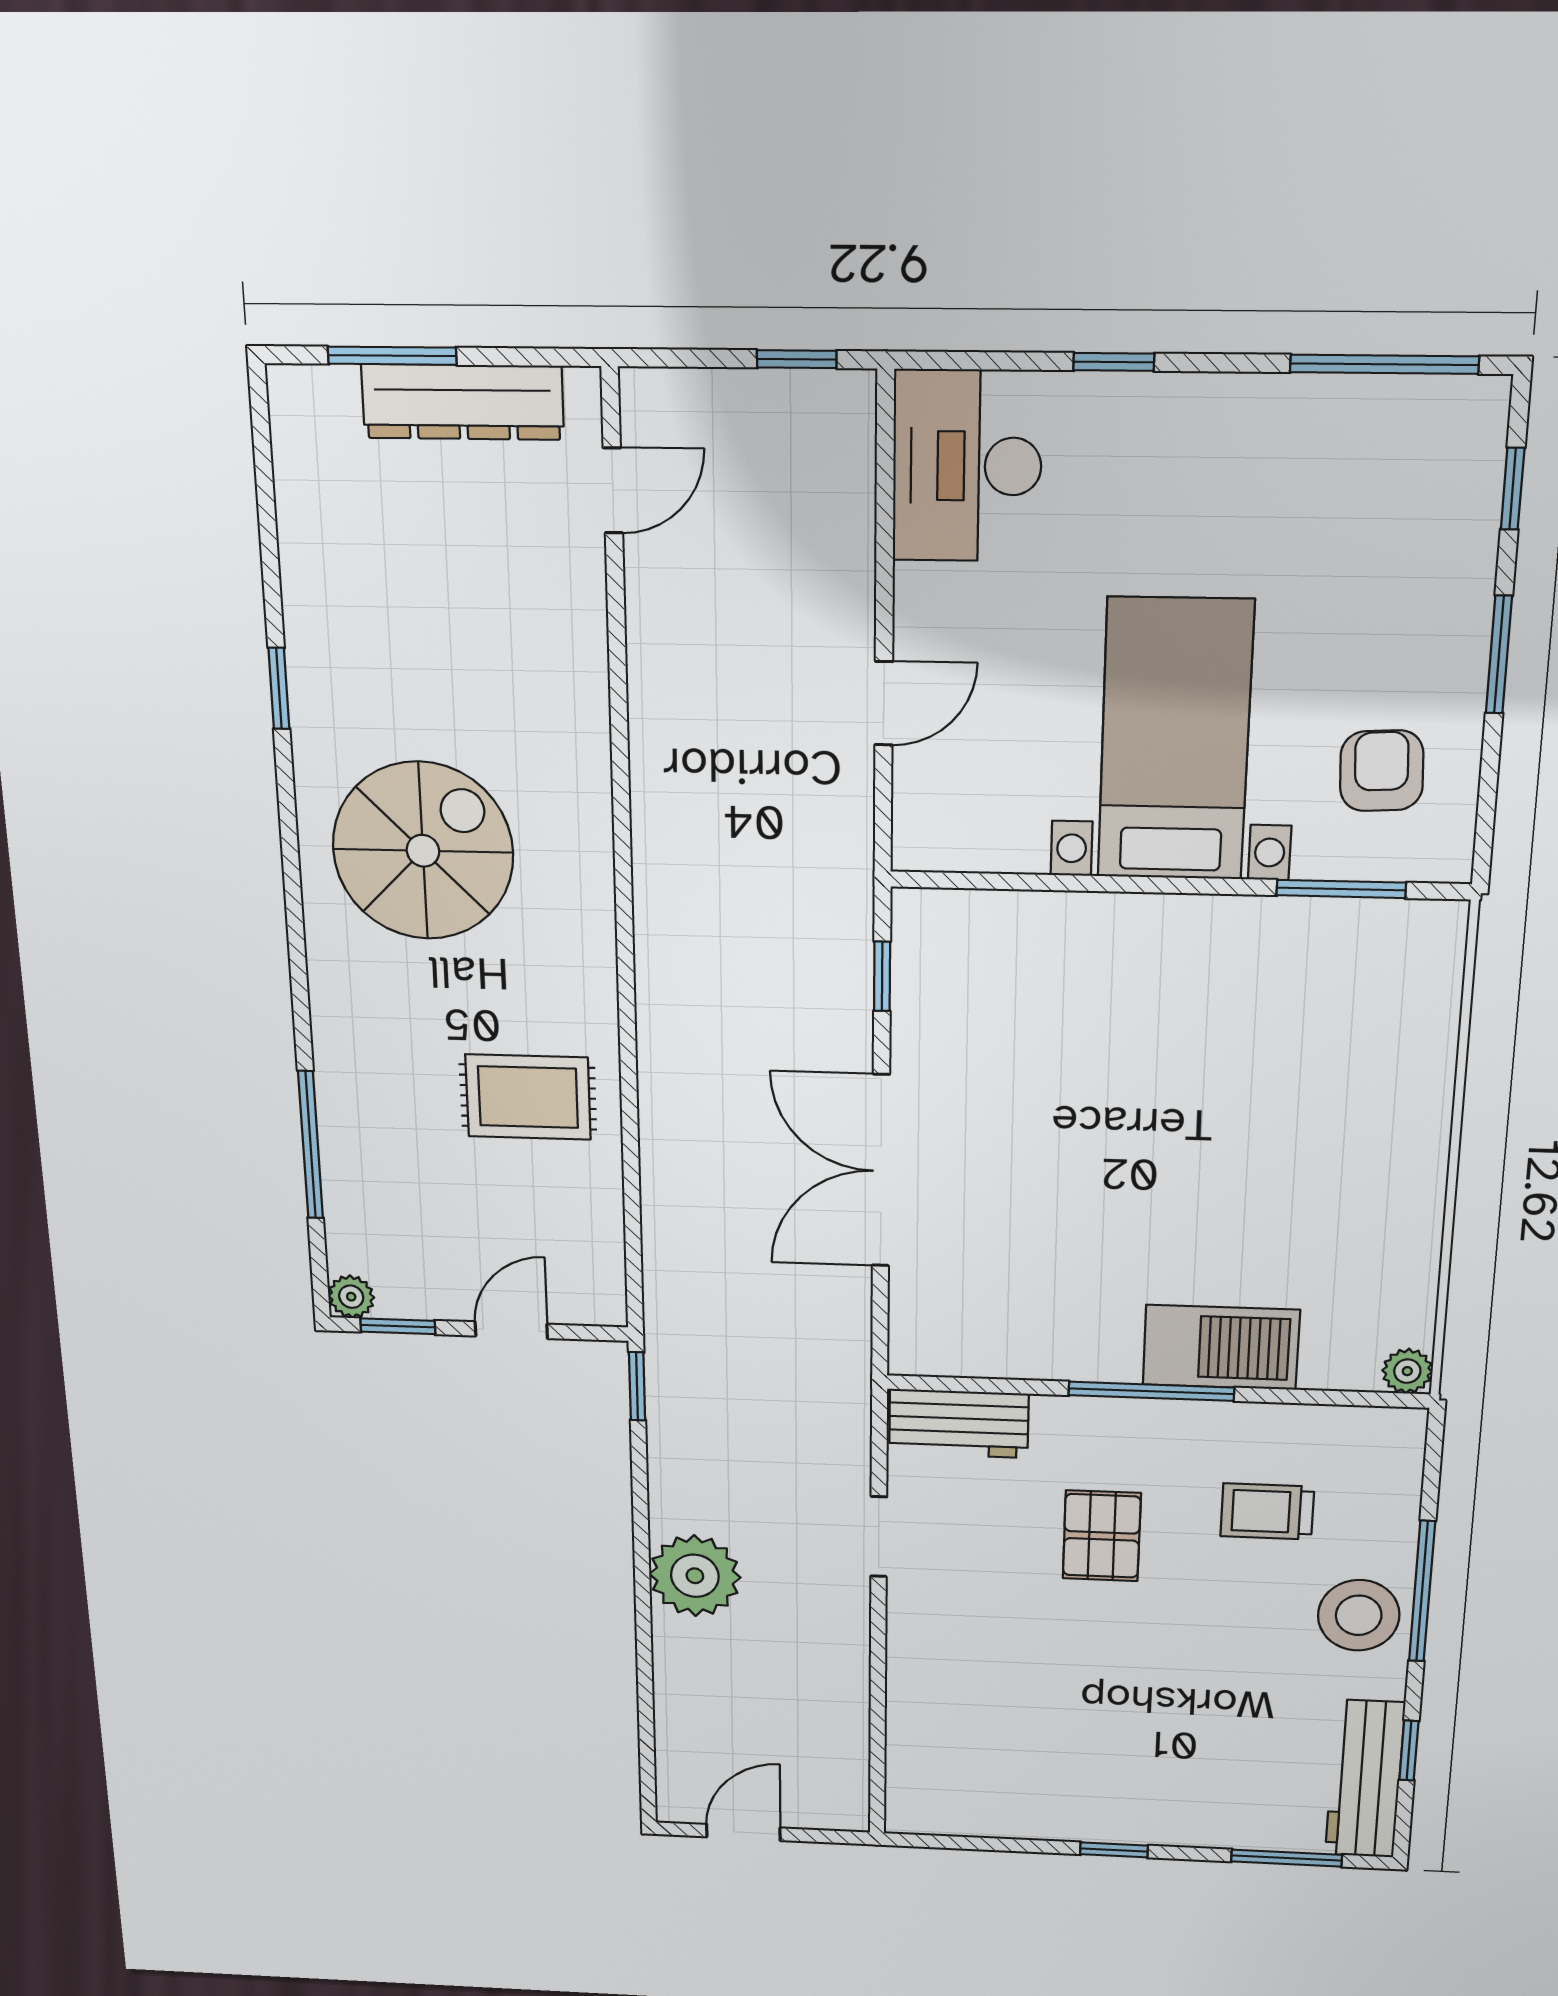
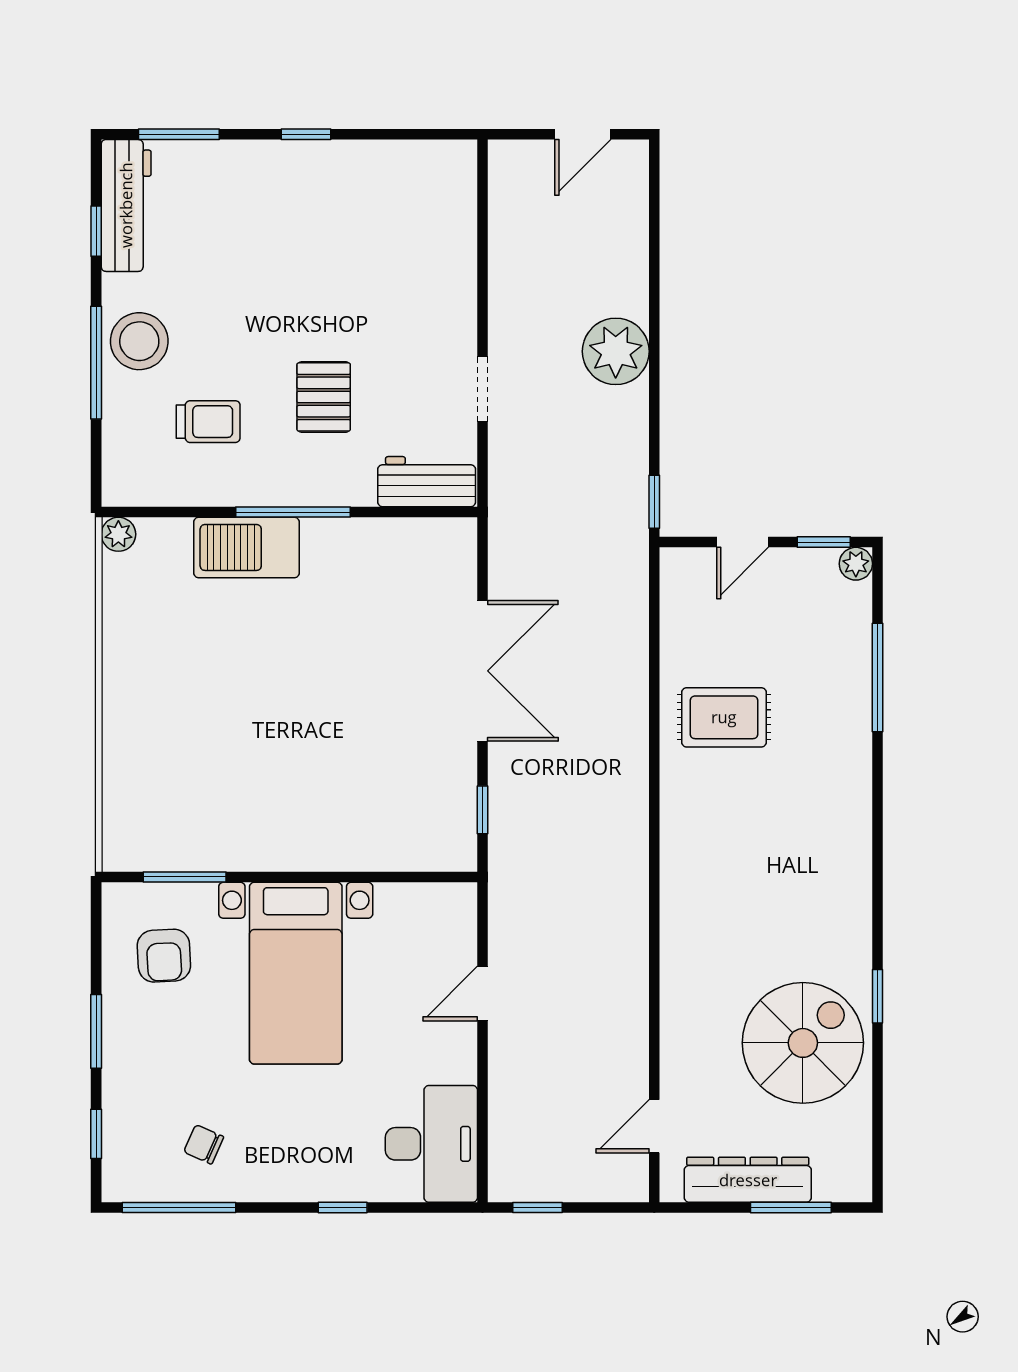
chair: (1337, 469) -> (204, 1144), added
spiral stairs: (423, 851) -> (803, 1043), moved, turned 180

